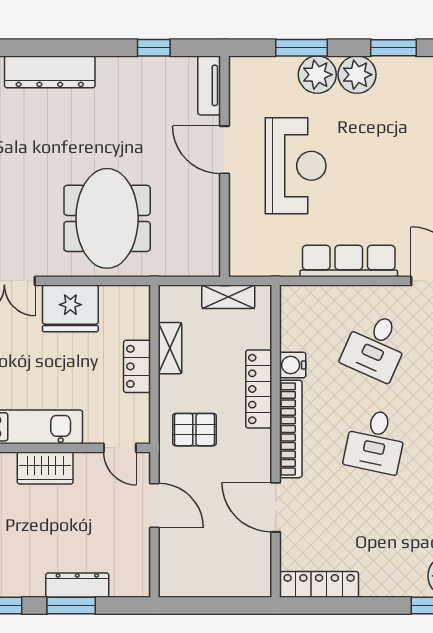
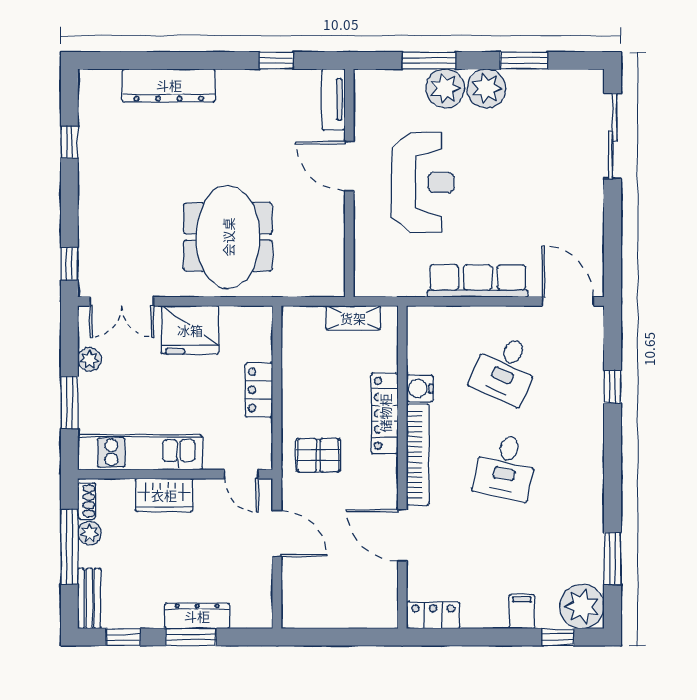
shelving: (170, 348) -> (293, 371), removed
filing cabinet: (391, 581) -> (522, 611), added
locker: (319, 584) -> (433, 615), width x0.66

